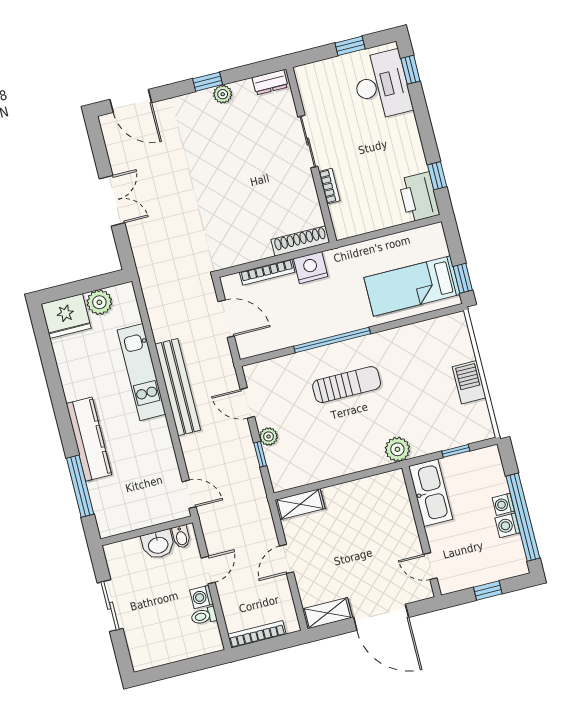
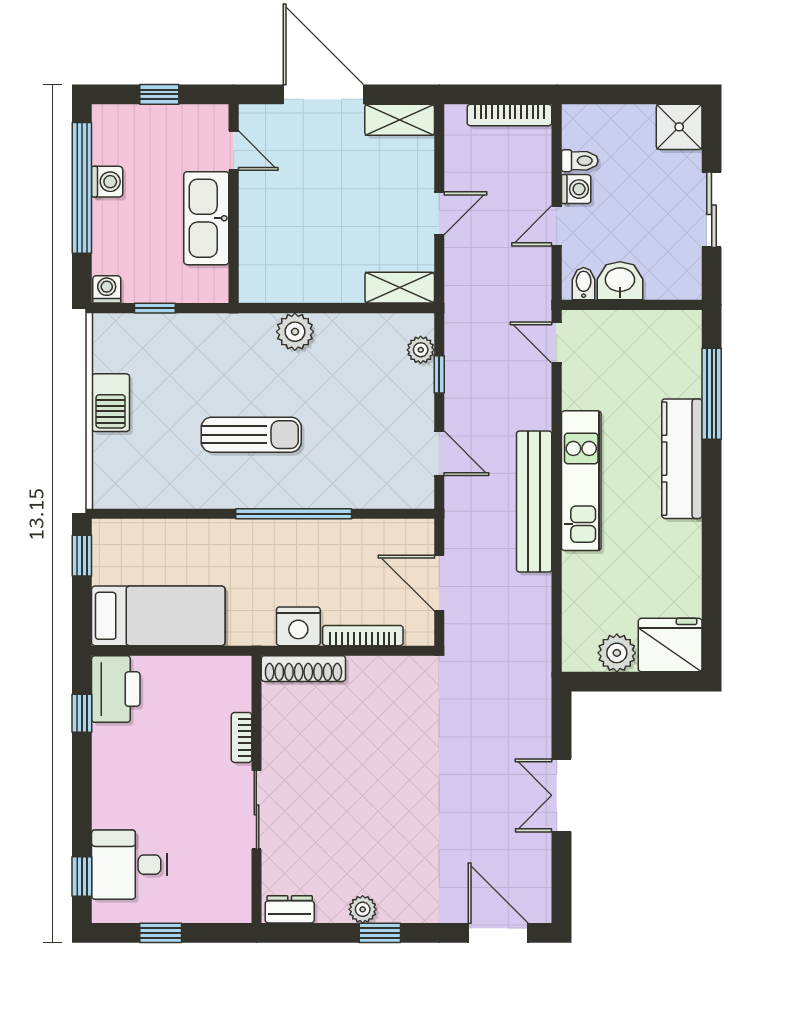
desk: (382, 85) -> (129, 865), width x0.73
bed: (412, 286) -> (158, 616), moved
kitchen unit: (141, 372) -> (581, 481), moved
sun lounger: (347, 385) -> (251, 435), moved, turned 180
plant: (269, 437) -> (421, 350), moved
plant: (397, 449) -> (295, 332), moved
kitchen sink: (431, 493) -> (206, 218), moved
washing machine: (503, 504) -> (107, 289), moved, turned -90
shower: (145, 654) -> (679, 127), added

